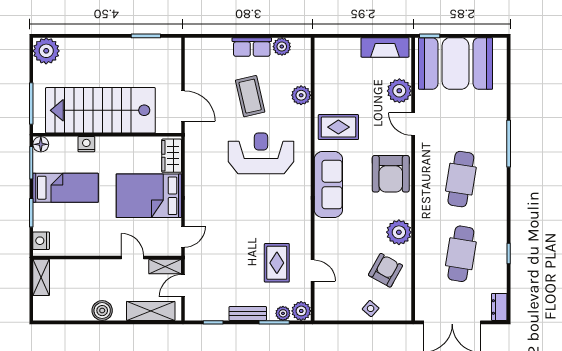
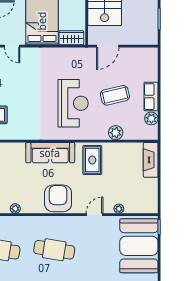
fireplace: (385, 47) -> (151, 160), moved
plant: (399, 91) -> (119, 209), width x0.53, depth x0.53
armchair: (391, 174) -> (58, 198), turned 90
plant: (399, 232) -> (15, 209), width x0.53, depth x0.53

